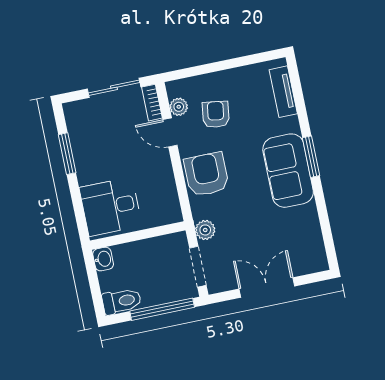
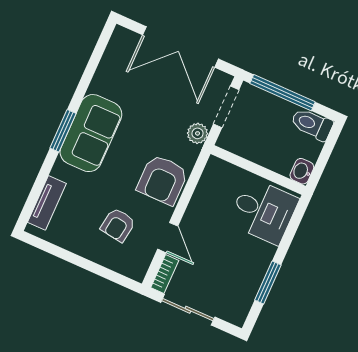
plant: (179, 107) -> (145, 254), removed
double door: (267, 287) -> (180, 47), width x1.37

